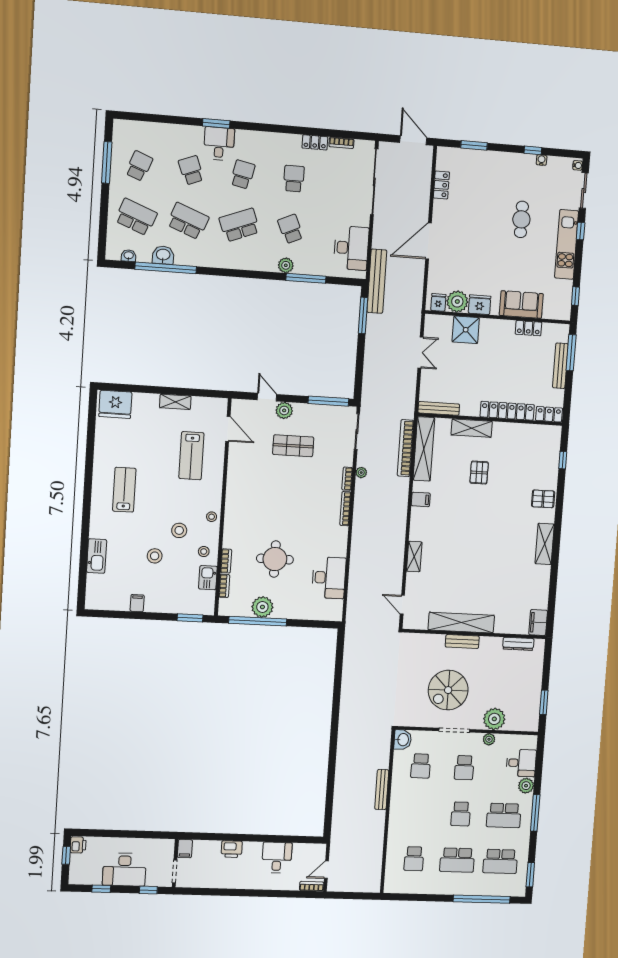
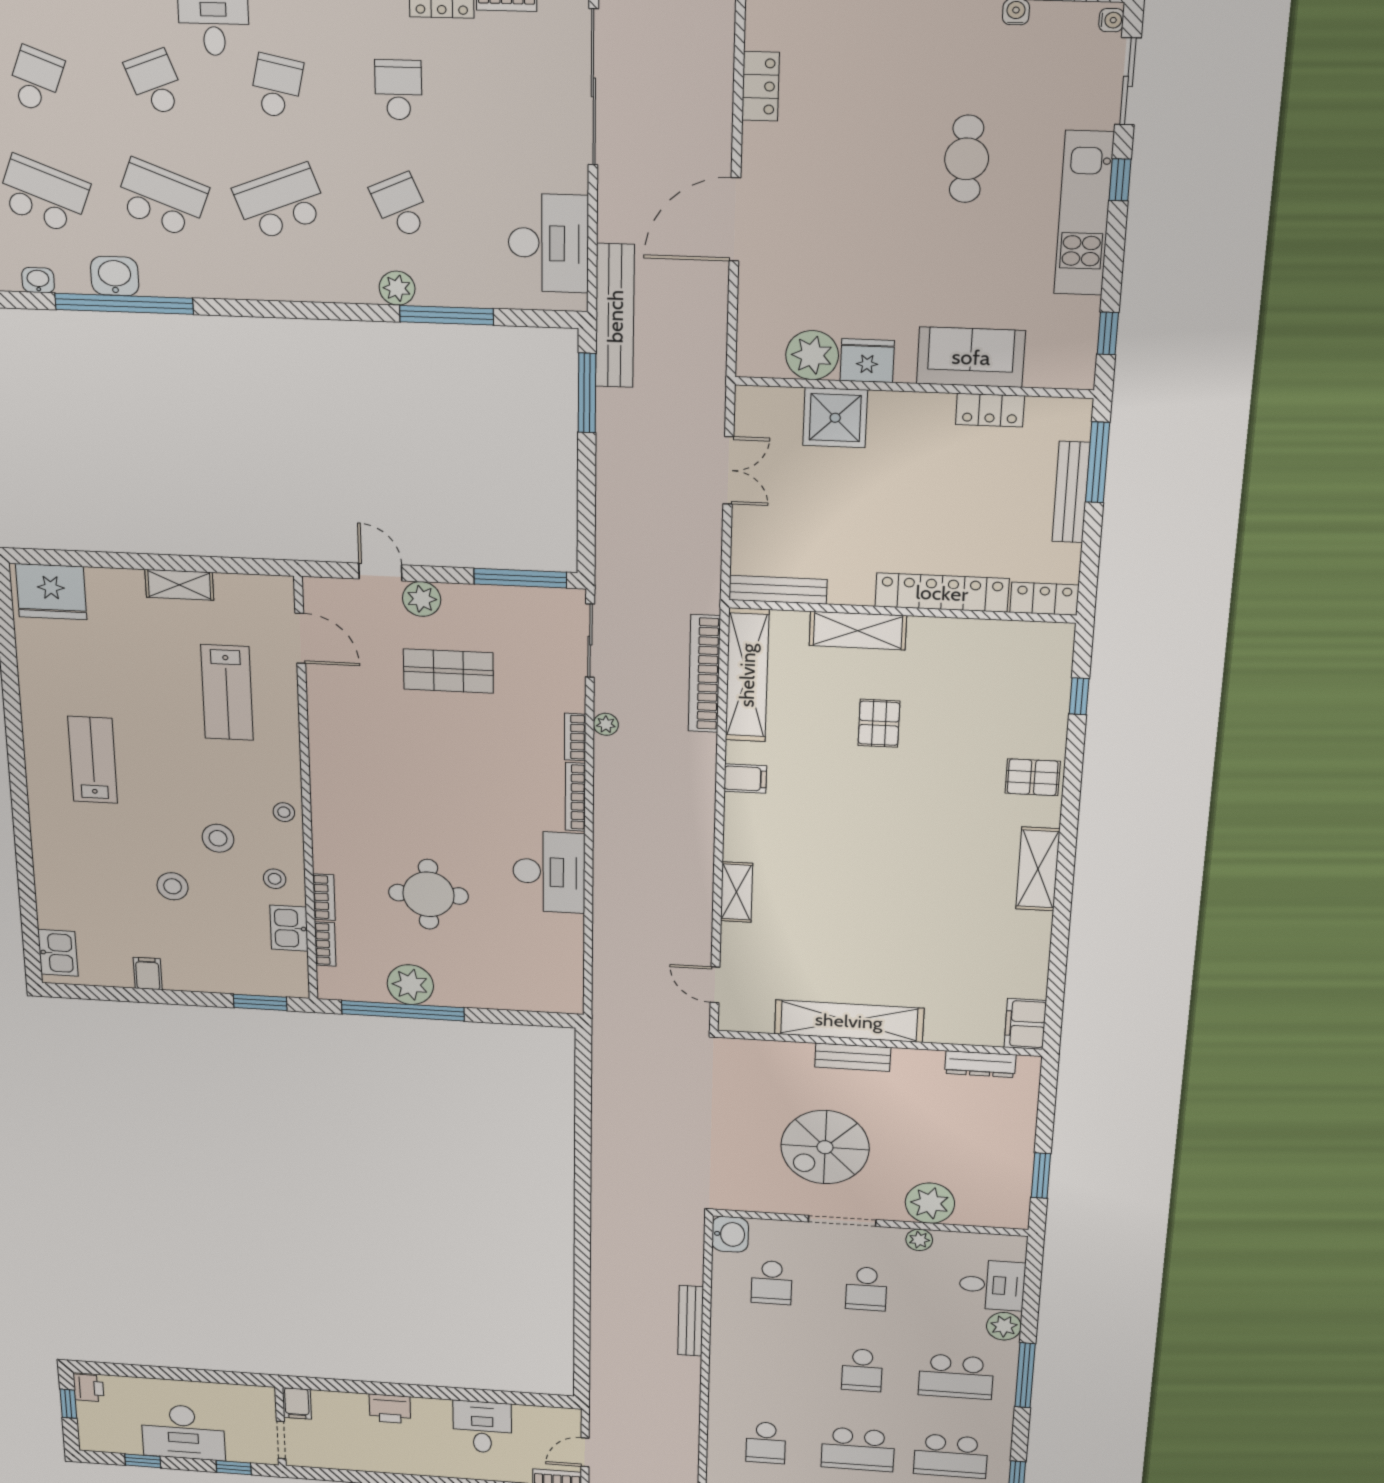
fridge: (438, 302) -> (766, 359), removed
kitchen sink: (97, 556) -> (58, 953), moved, width x0.73
desk: (329, 578) -> (549, 872), moved

